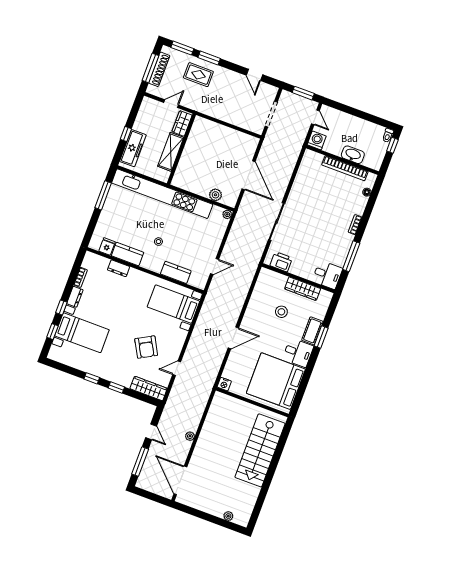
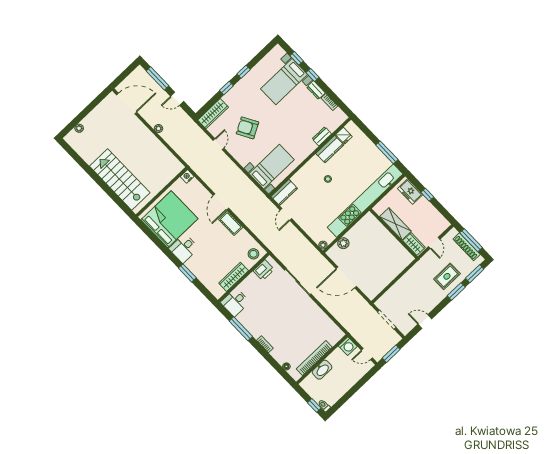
freezer: (133, 148) -> (410, 192), width x0.71
kitchen counter: (176, 272) -> (284, 192), moved
stool: (281, 312) -> (253, 254), moved
cot: (312, 331) -> (231, 223), moved

